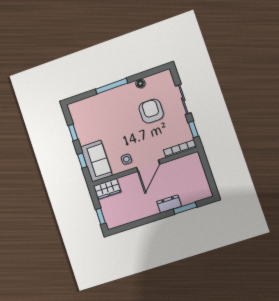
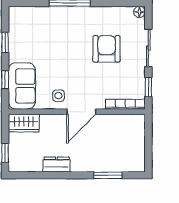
floor lamp: (140, 83) -> (139, 12), moved
dresser: (169, 204) -> (57, 164), moved

